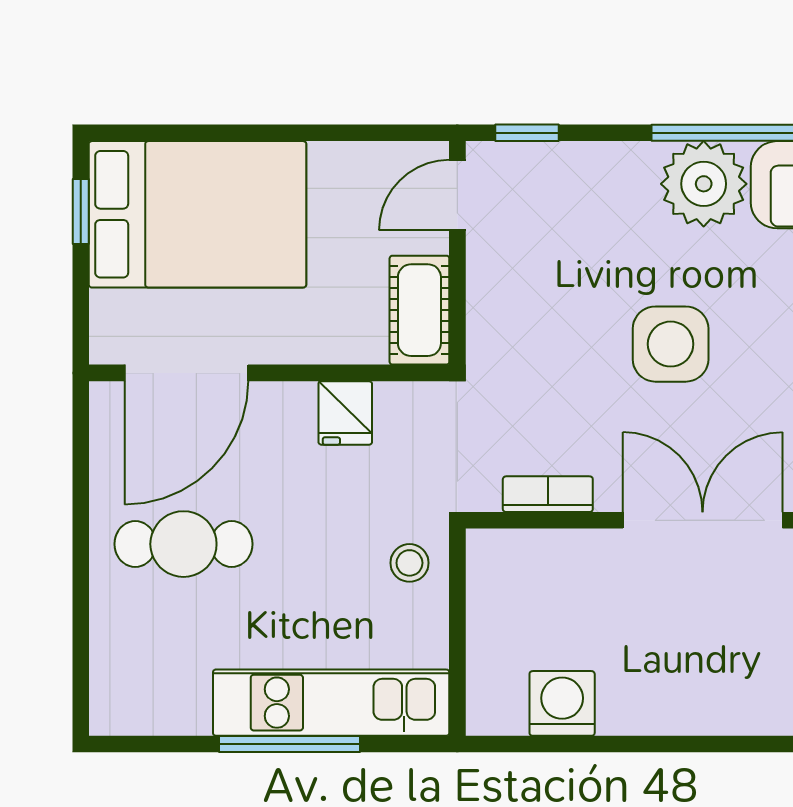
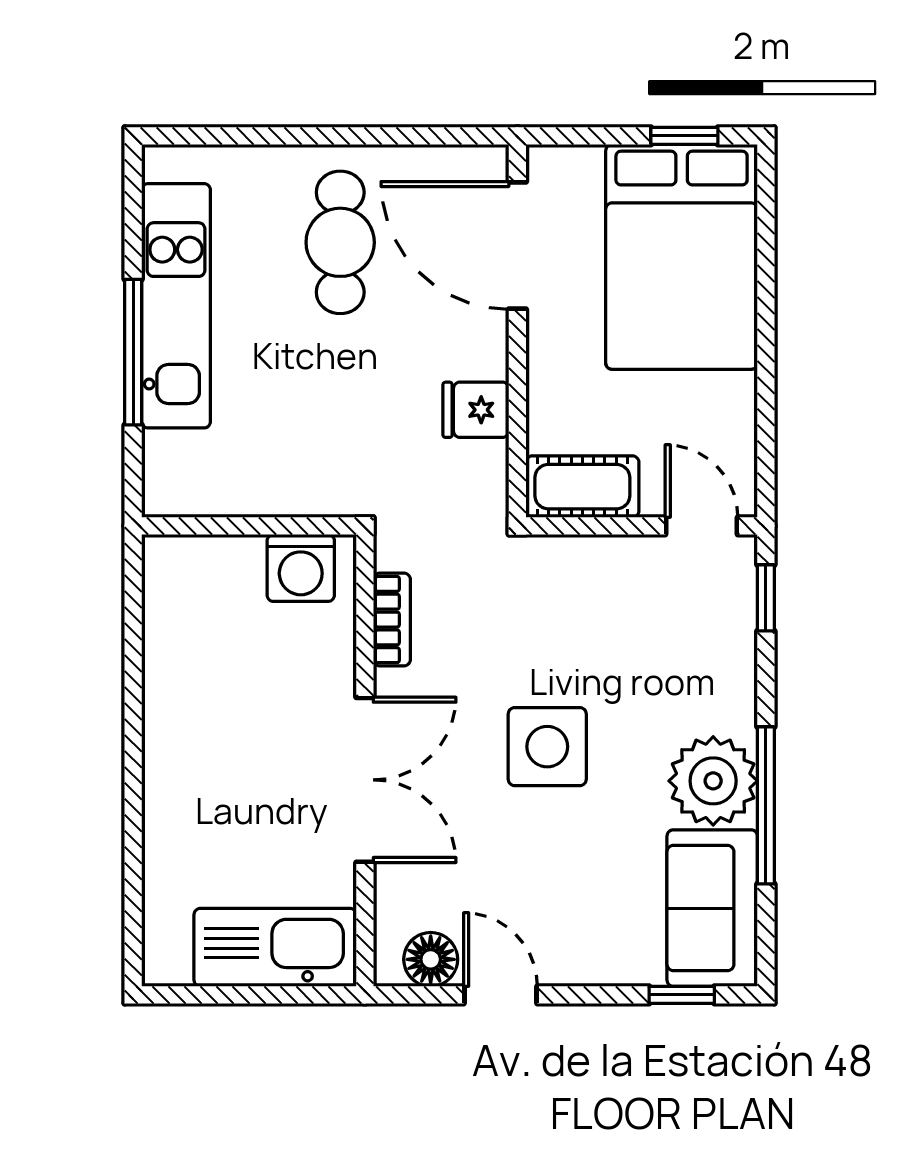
stool: (409, 563) -> (321, 476), removed
kitchen unit: (331, 703) -> (176, 306), moved
washing machine: (562, 703) -> (301, 568), moved, turned 90

